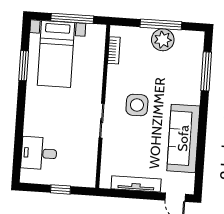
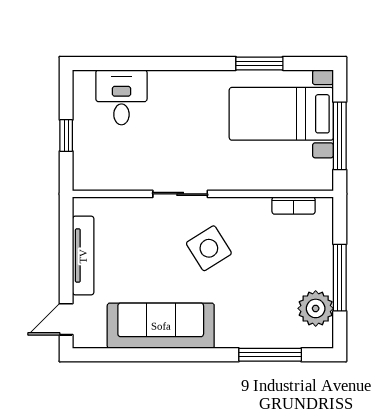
plant: (163, 40) -> (316, 308), moved
side table: (137, 105) -> (209, 248), turned -32

